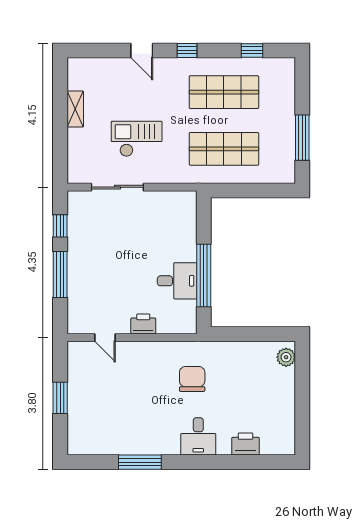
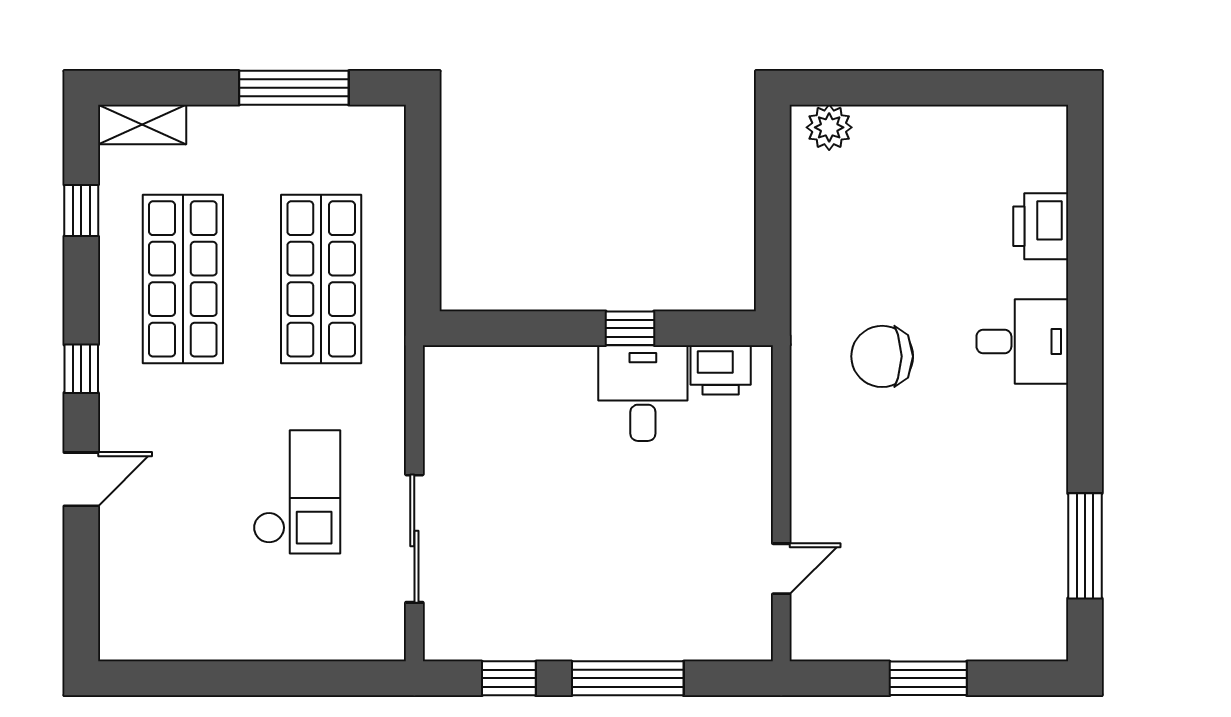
shelving: (75, 109) -> (142, 125), moved
checkout: (137, 139) -> (297, 492), turned 180
window: (204, 275) -> (630, 328), width x0.32
printer: (143, 324) -> (721, 370), moved, turned -90
window: (140, 462) -> (1085, 546), moved

